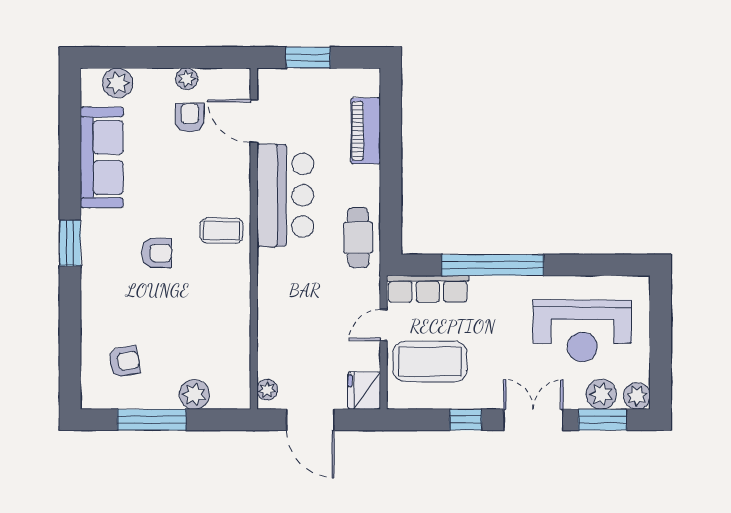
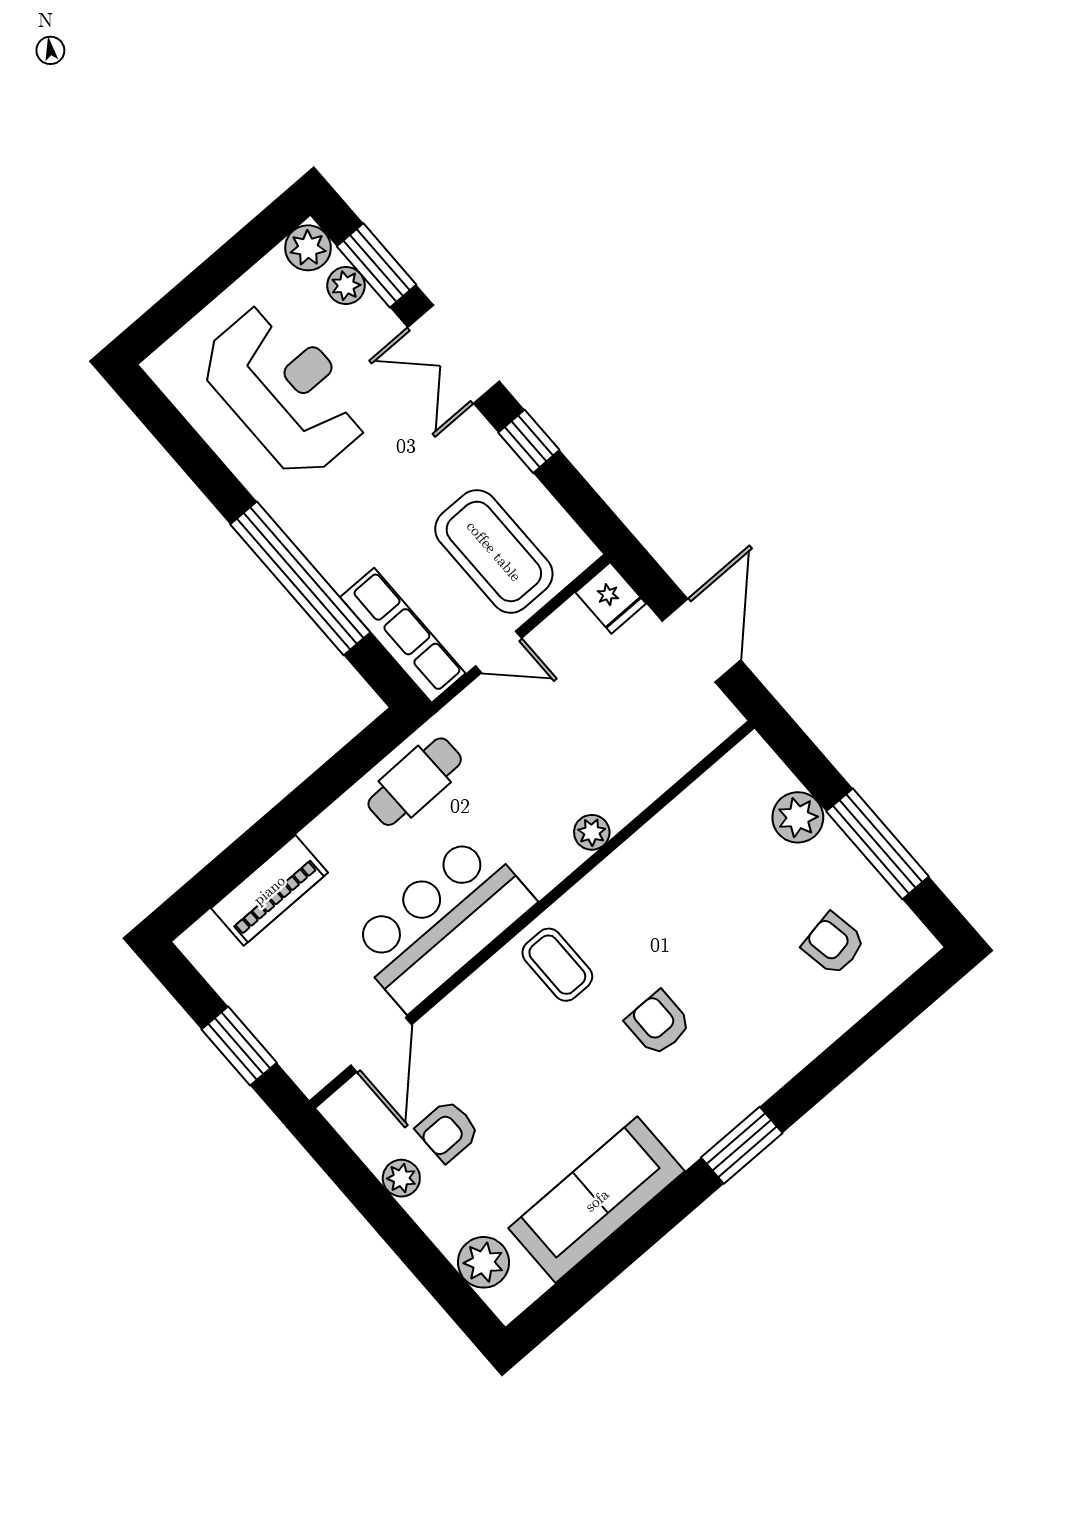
plant: (267, 390) -> (592, 832), moved
fridge: (364, 391) -> (611, 598), width x0.72
plant: (601, 394) -> (346, 286), width x0.73, depth x0.73

